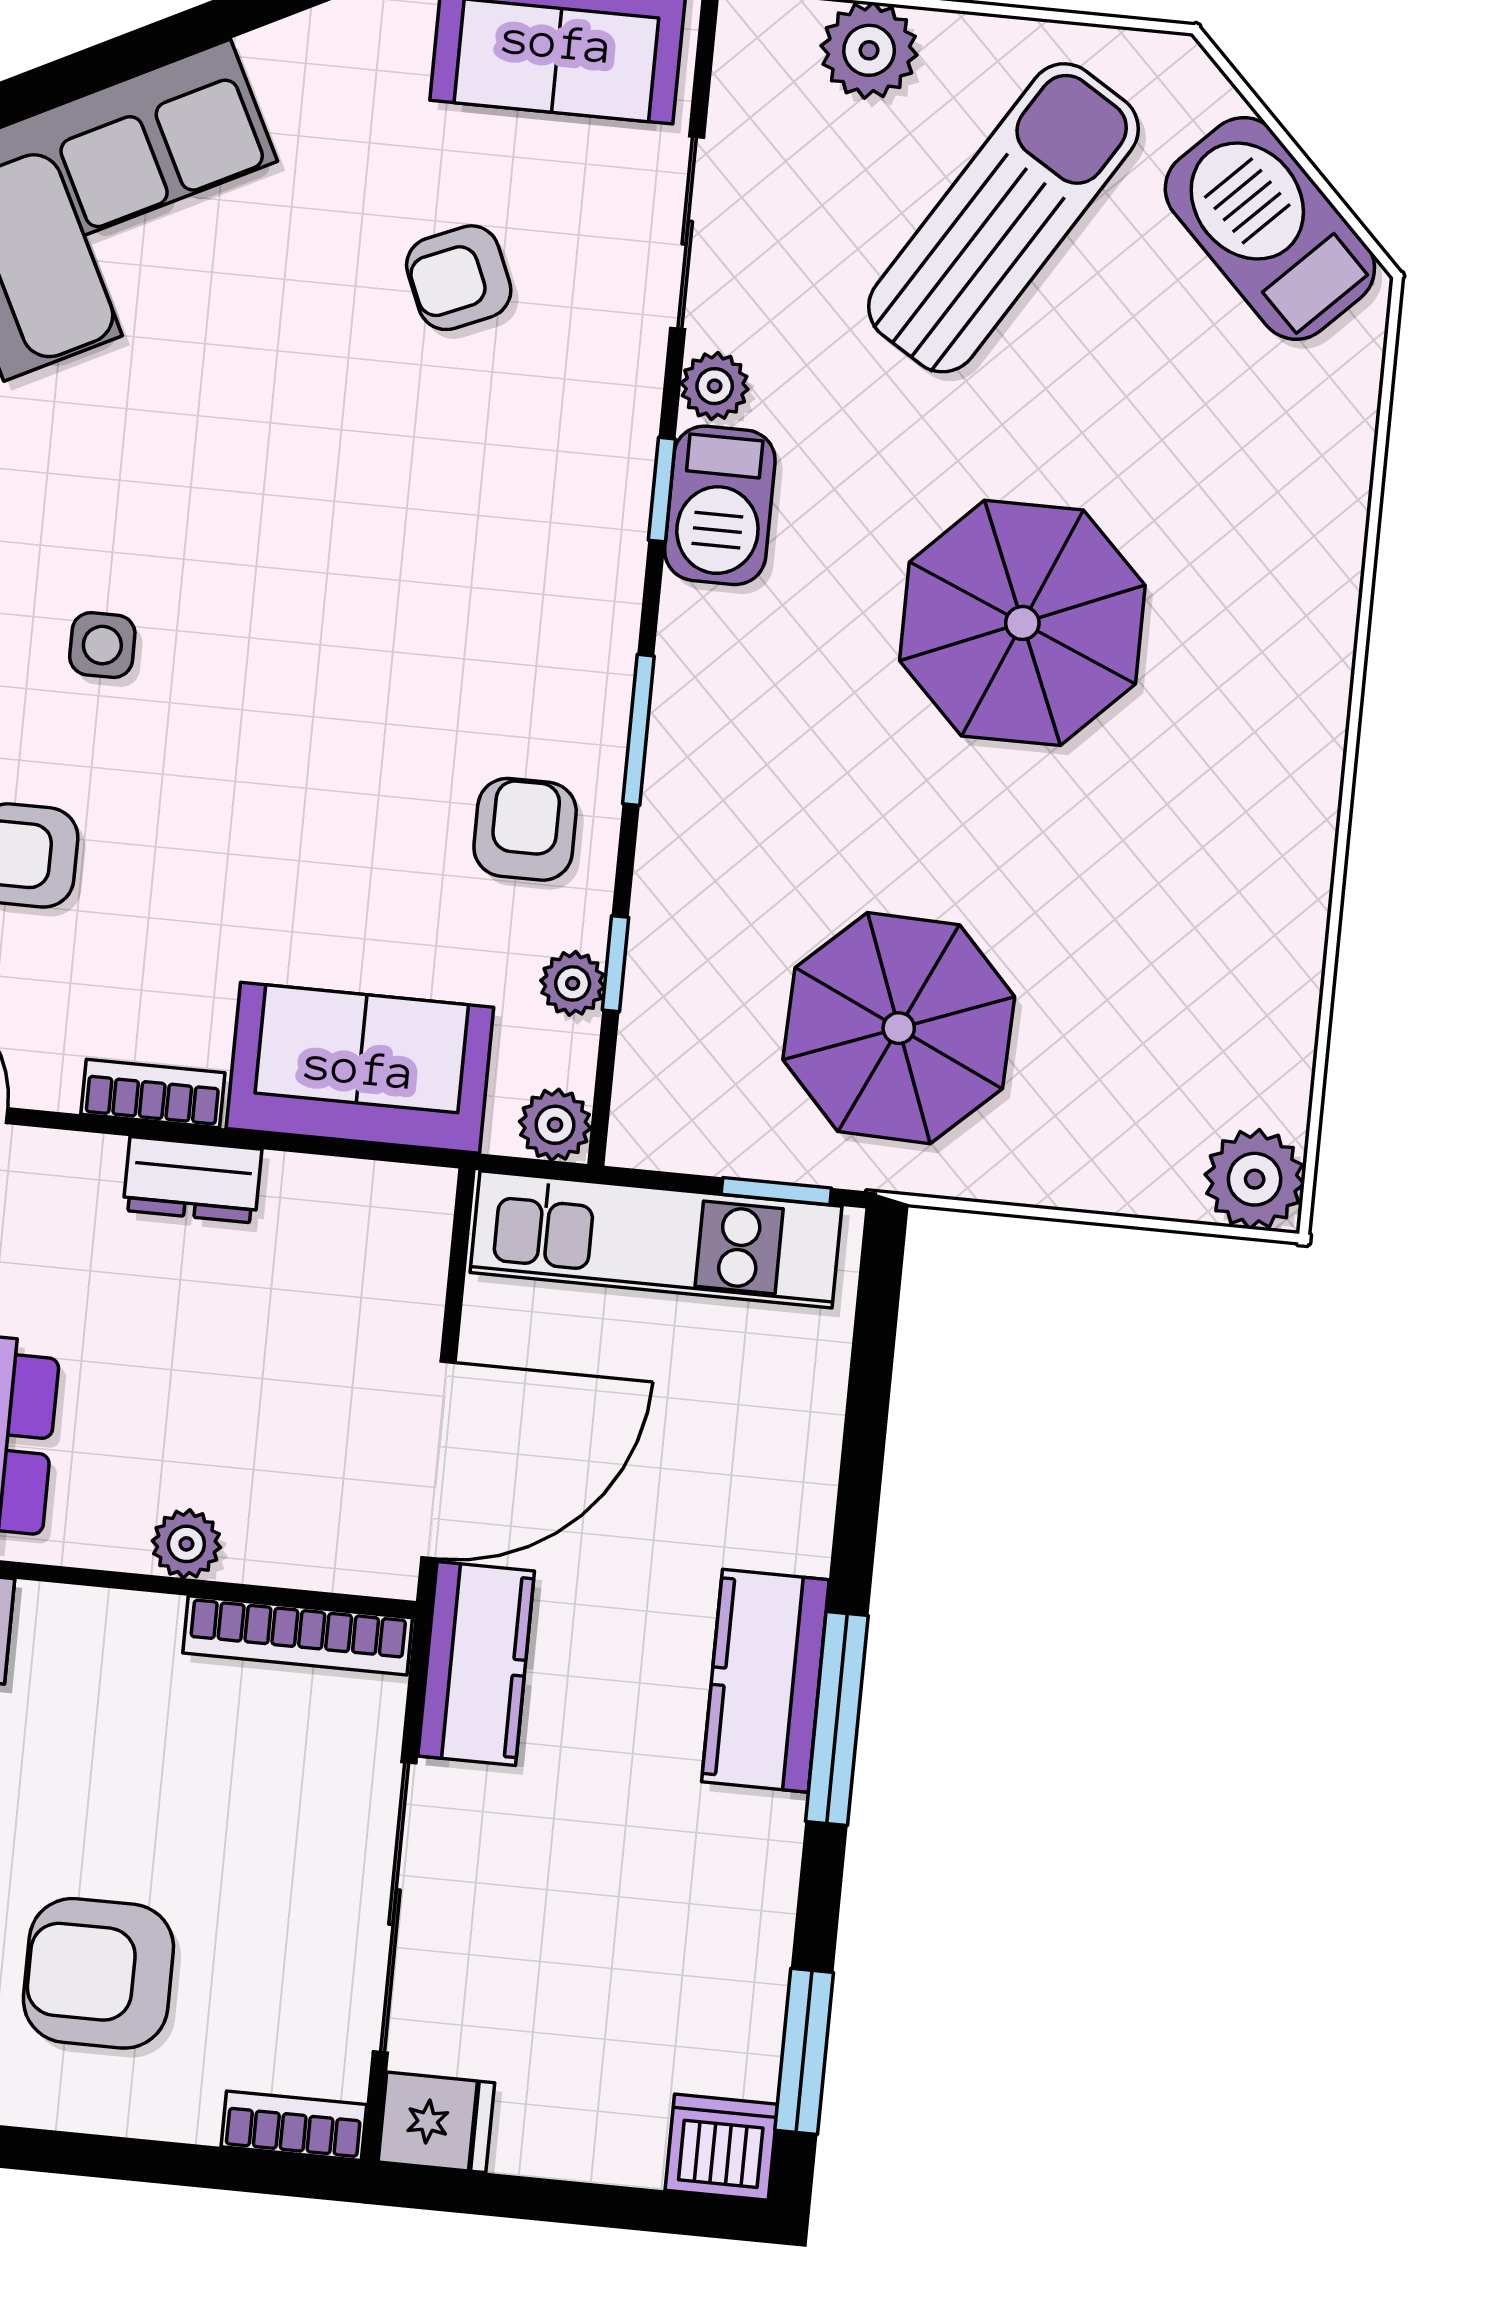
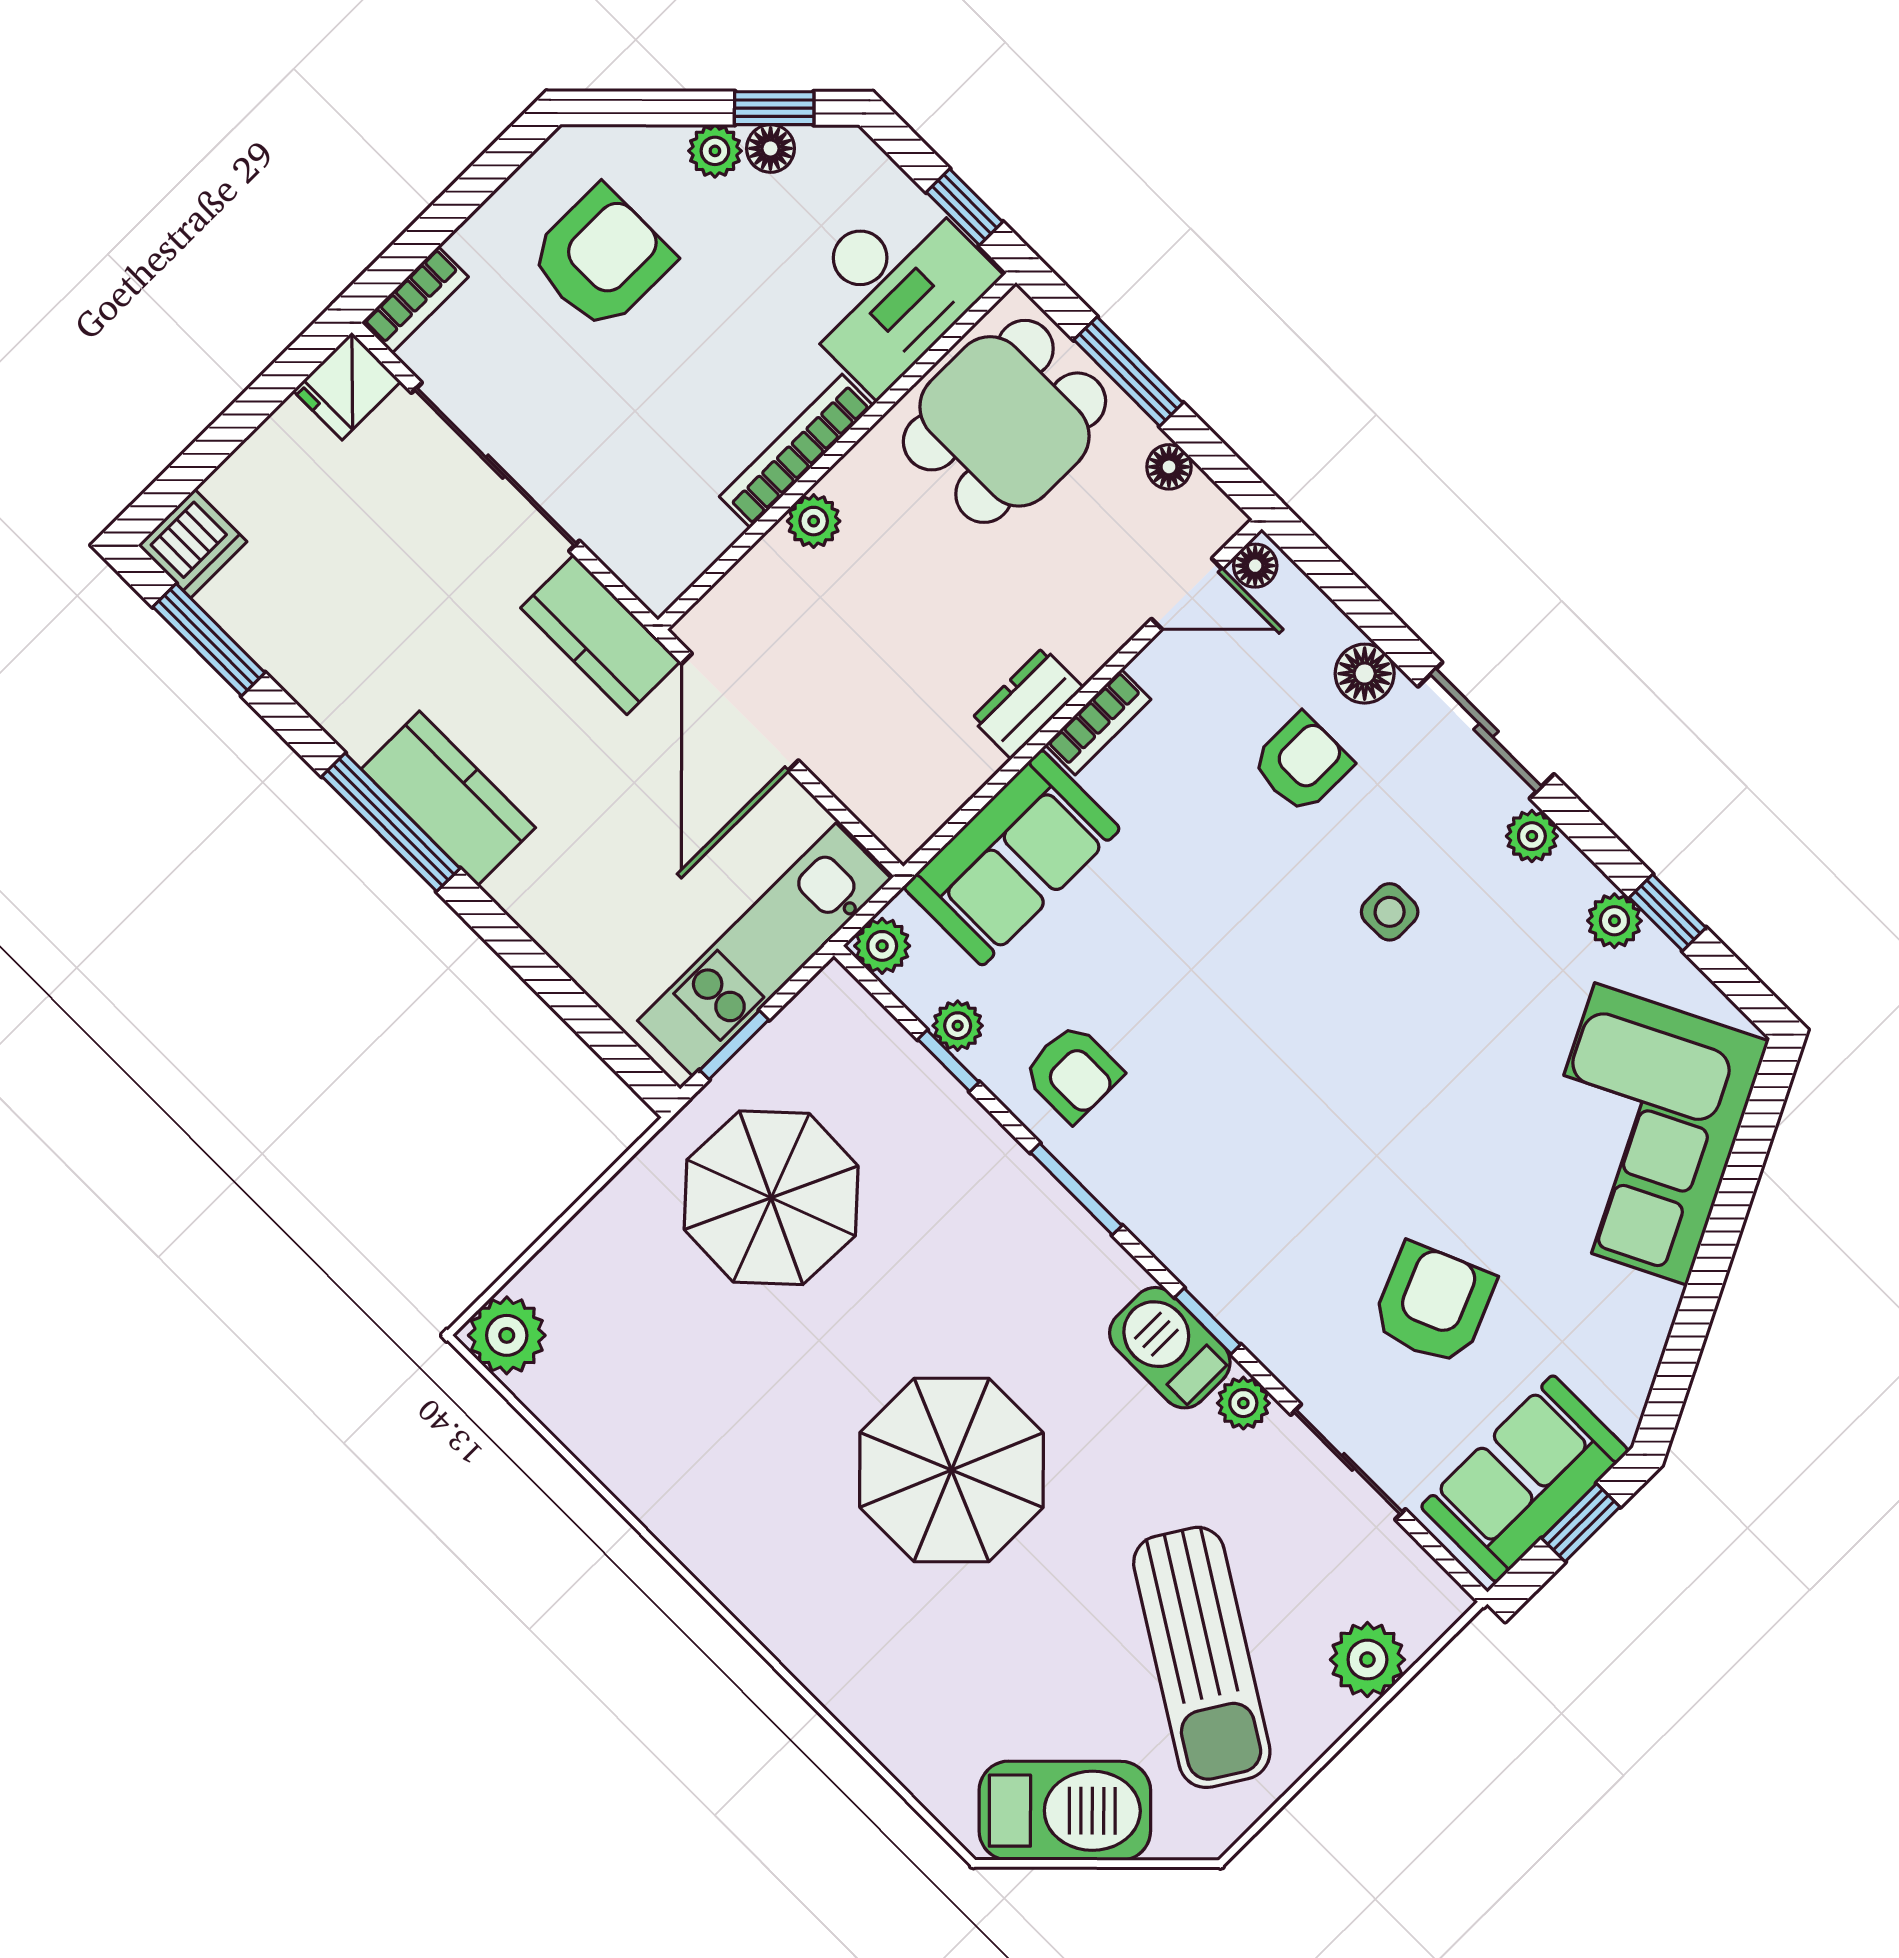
armchair: (459, 278) -> (1433, 1304), width x1.38, depth x1.38
bookcase: (298, 1635) -> (796, 451), moved

